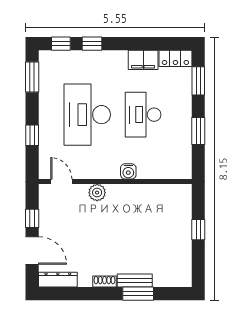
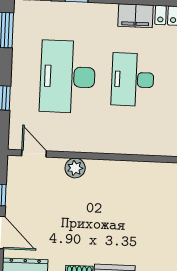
water cooler: (128, 171) -> (113, 145), removed

